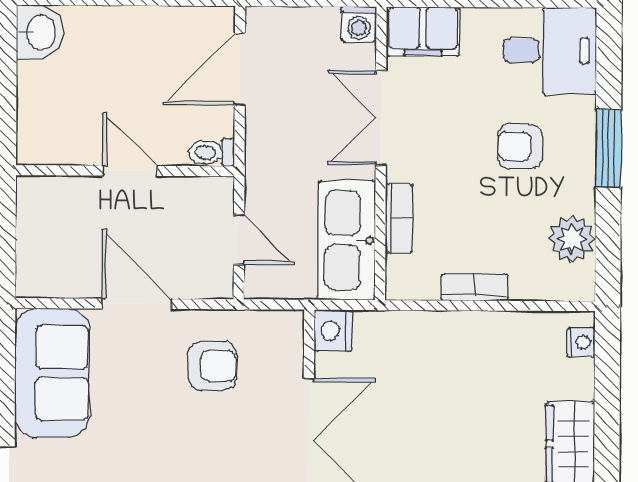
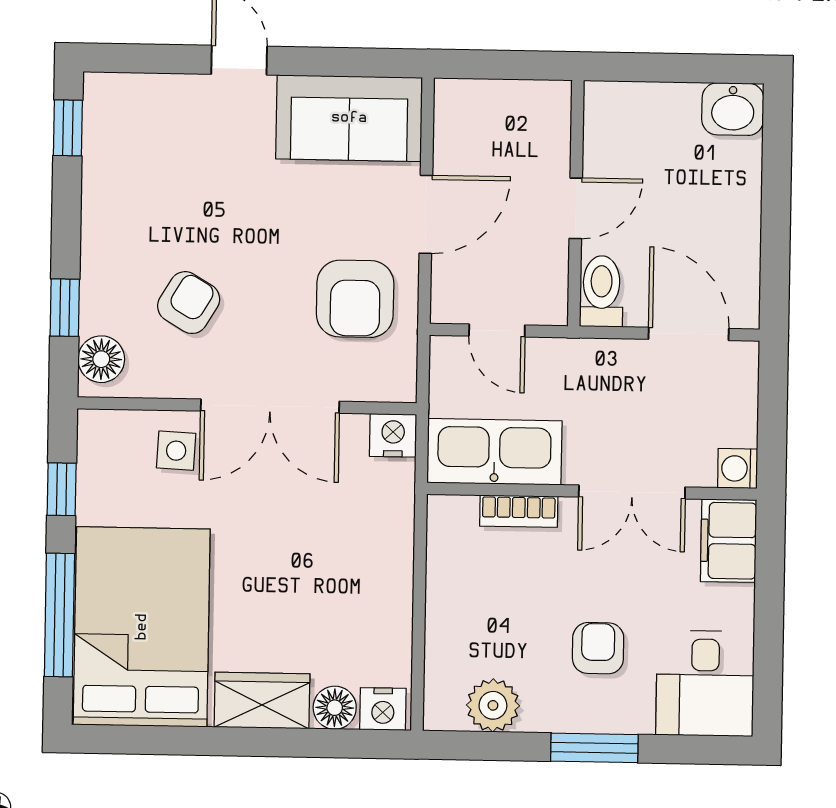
double door: (381, 118) -> (632, 492), swing flipped
toilet: (212, 152) -> (601, 291), width x1.37, depth x1.39
door: (239, 239) -> (497, 331), hinge flipped
bookcase: (475, 287) -> (440, 595), removed
nightstand: (581, 342) -> (383, 709), width x1.39, depth x1.35
armchair: (212, 366) -> (355, 299), width x1.38, depth x1.38
floor lamp: (576, 379) -> (335, 708), added

